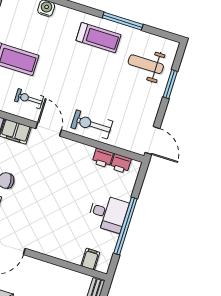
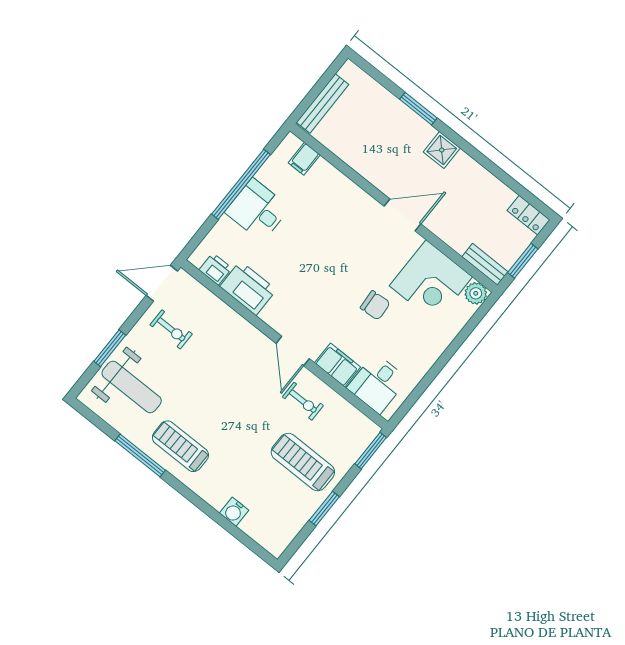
weight bench: (146, 64) -> (132, 387), width x1.36, depth x1.33
exercise bike: (92, 124) -> (171, 329), moved, width x0.73, depth x0.72
door: (152, 140) -> (162, 283), hinge flipped
printer: (103, 158) -> (248, 288), width x1.87, depth x1.48

